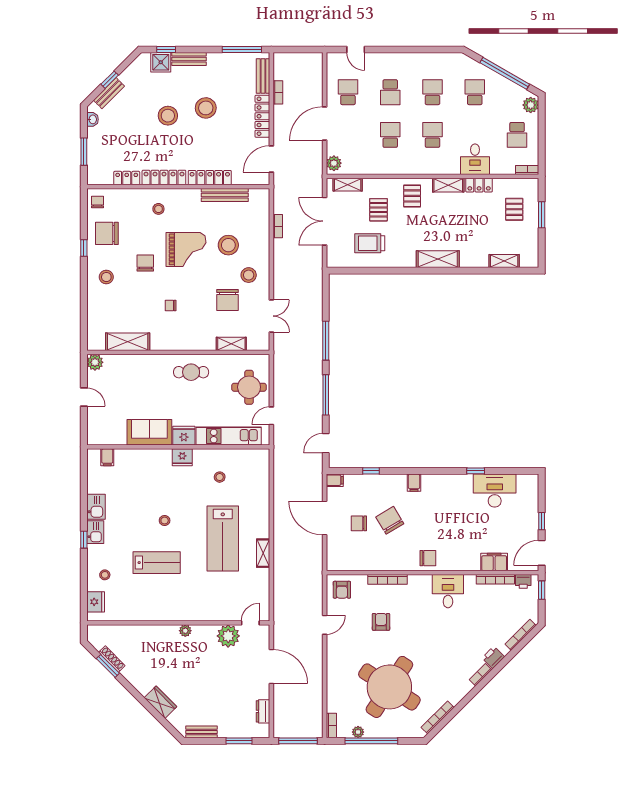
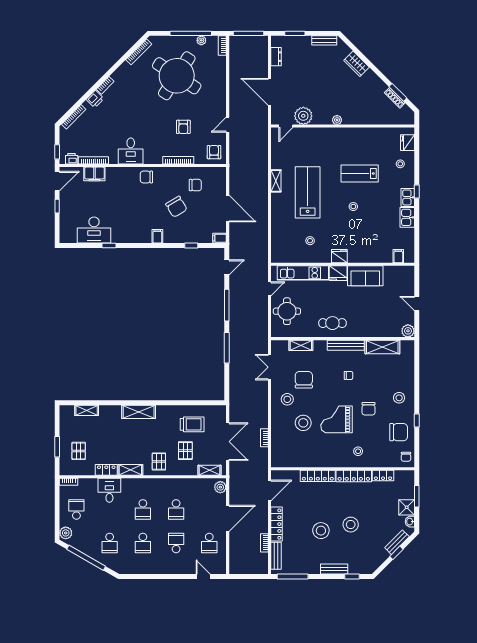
shower: (161, 62) -> (407, 507), moved
bench: (225, 195) -> (346, 345), moved
chair: (359, 523) -> (195, 185), moved

